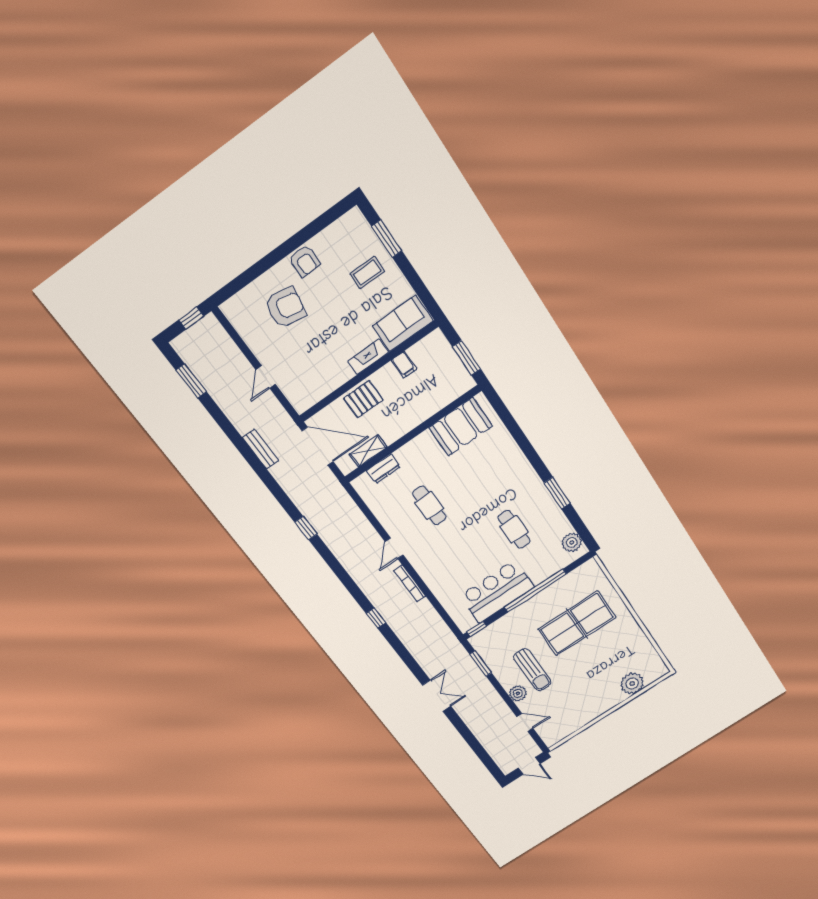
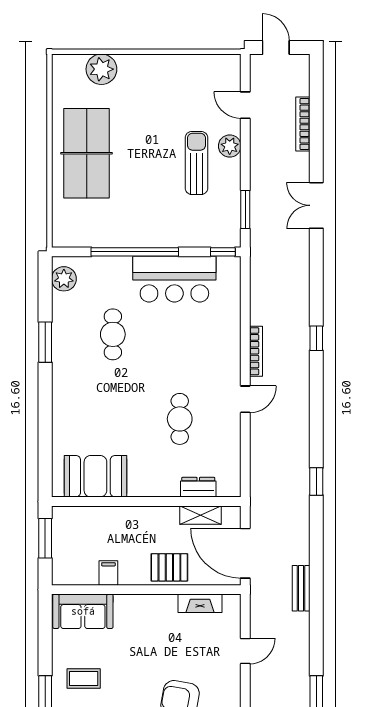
fireplace: (368, 357) -> (200, 603), moved
table tennis table: (577, 623) -> (87, 153), moved, turned 90
bookcase: (480, 735) -> (303, 124), added

